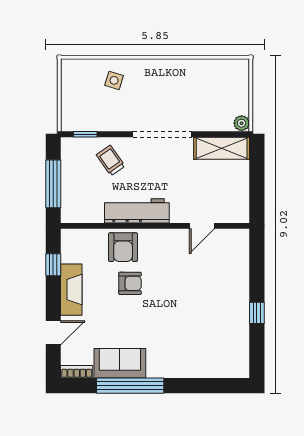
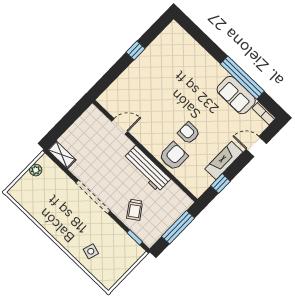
plant: (242, 123) -> (36, 170), moved
shelving: (222, 148) -> (62, 155), width x0.67, depth x0.75

